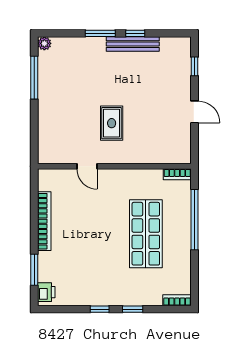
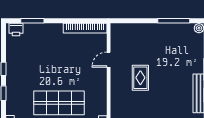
rug: (112, 123) -> (140, 78), turned 90
bookcase: (44, 221) -> (85, 28), moved

